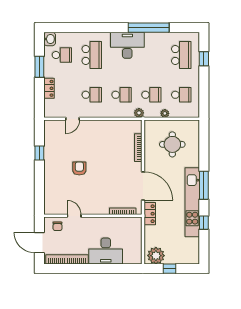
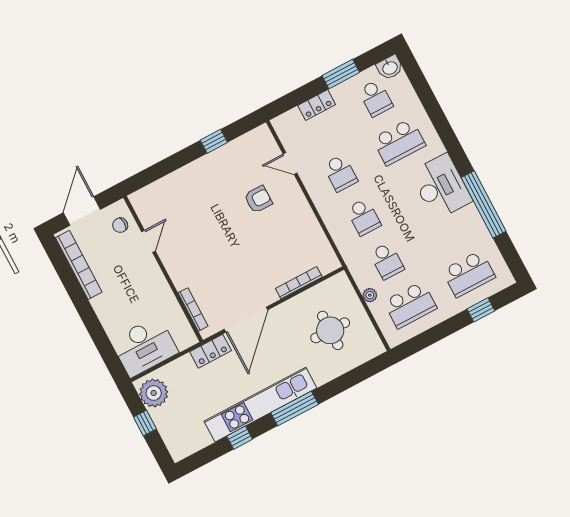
school desk: (181, 95) -> (410, 305), width x1.85
plant: (139, 113) -> (351, 257), removed
armchair: (79, 168) -> (258, 199), moved
desk: (106, 251) -> (144, 346), moved, turned -90

